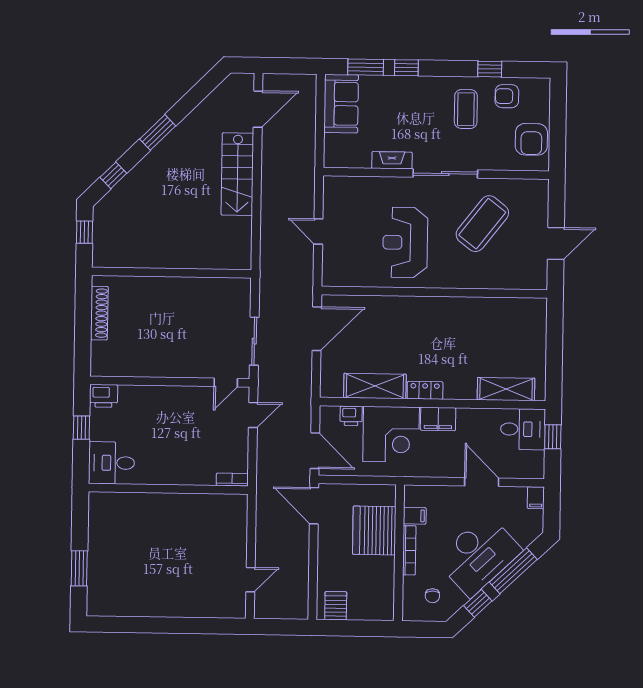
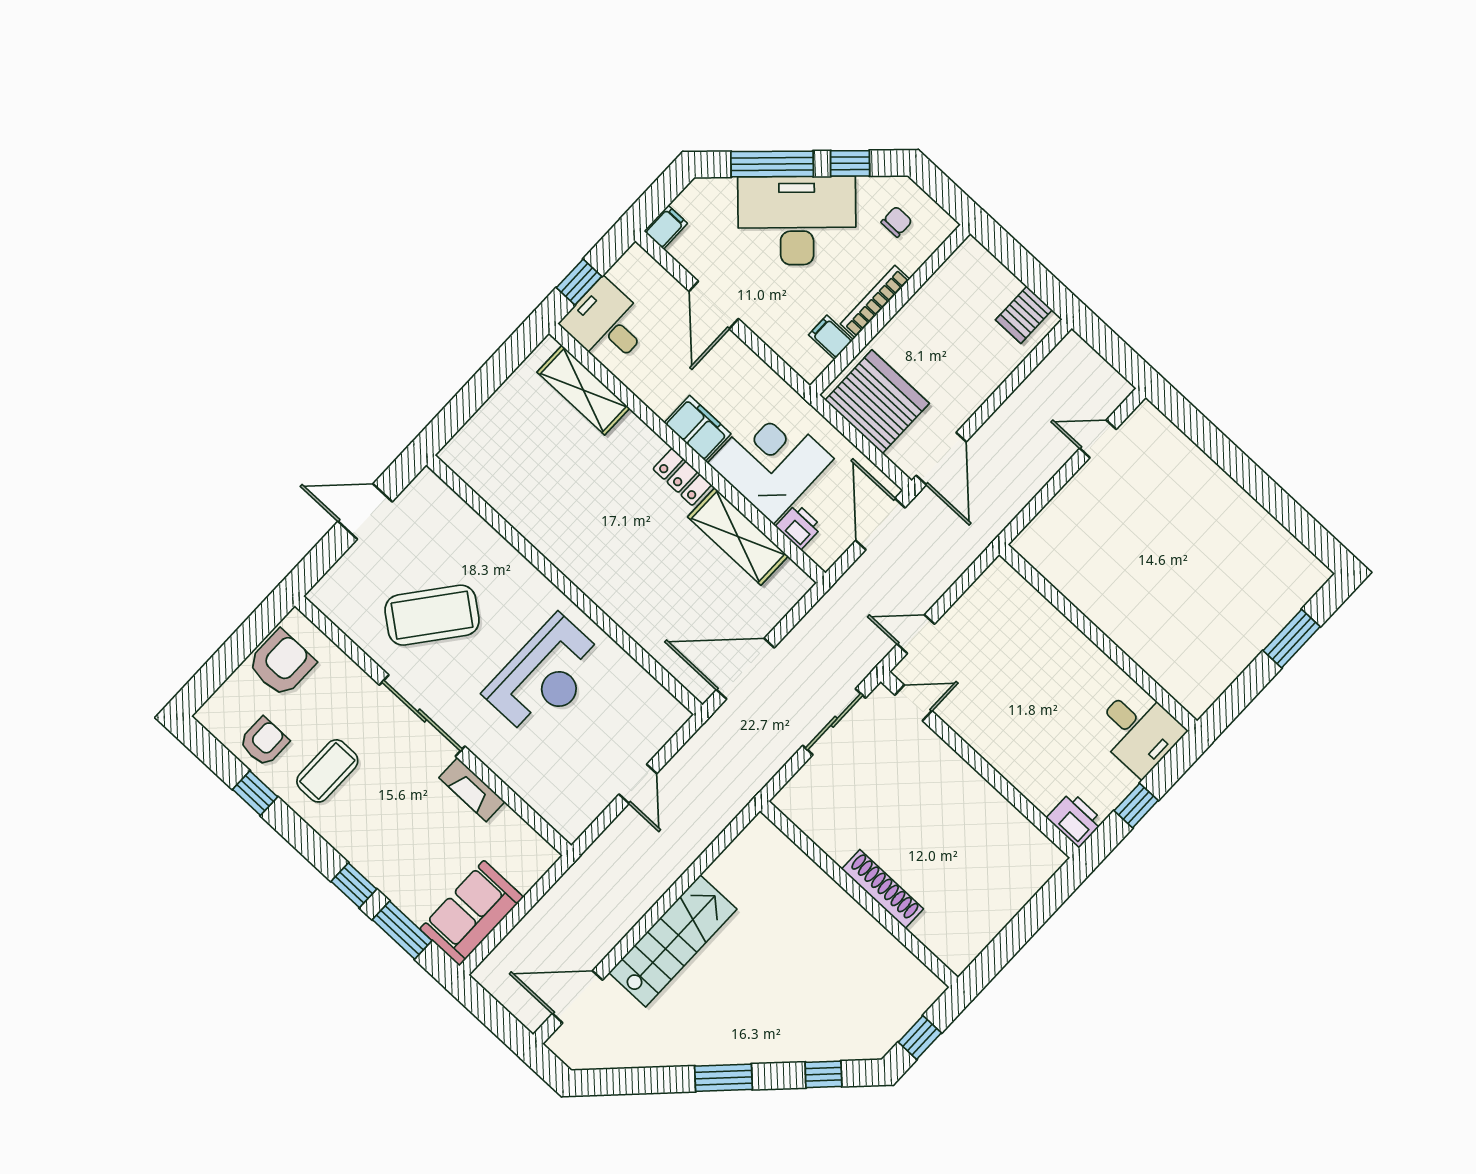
armchair: (507, 96) -> (264, 742), turned -90
shoe rack: (99, 313) -> (883, 889), moved, turned 90
bookcase: (232, 480) -> (1011, 579), removed
server rack: (374, 530) -> (877, 402), moved, turned -90

